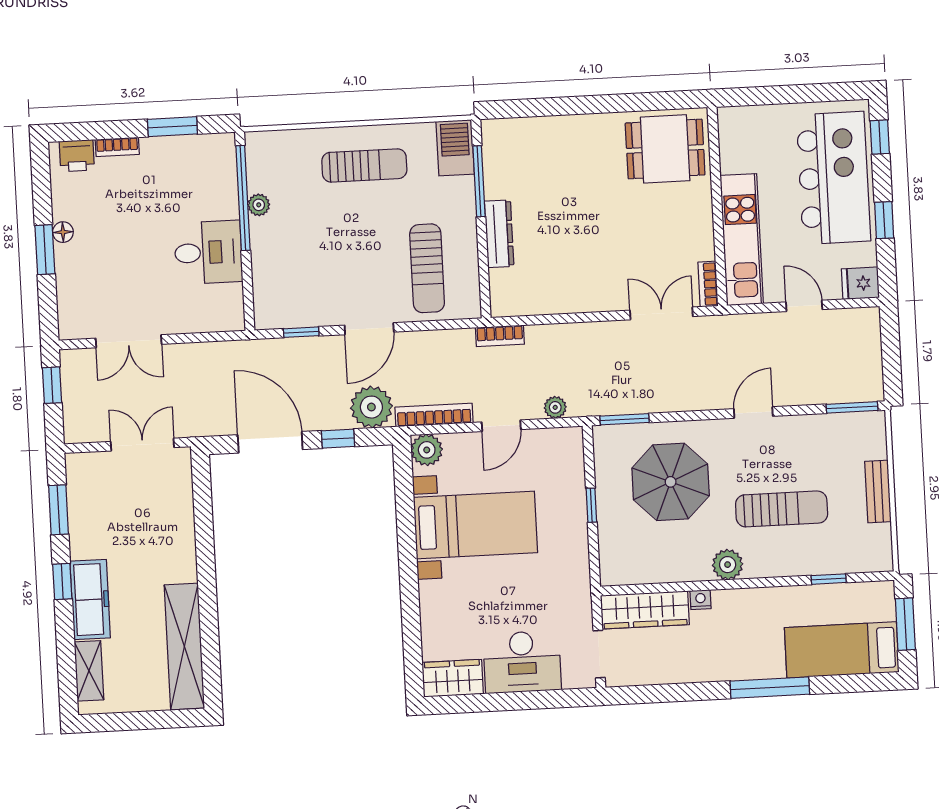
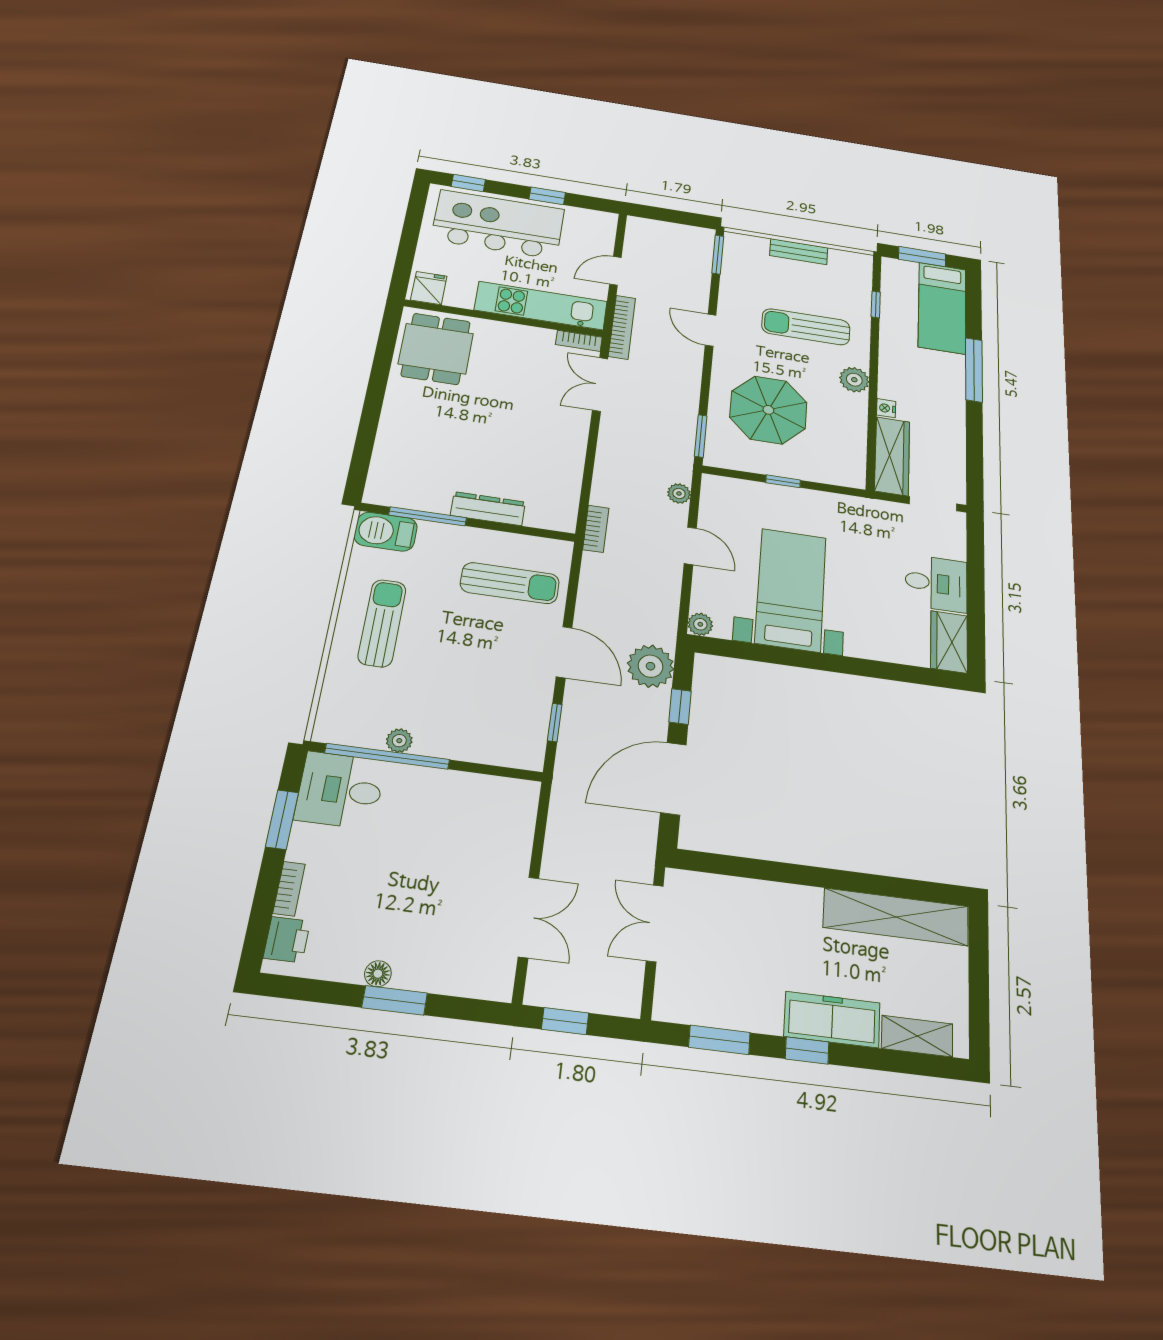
desk: (208, 252) -> (340, 790), moved, turned -90
fridge: (860, 283) -> (429, 288), moved, turned 180
bookcase: (434, 415) -> (622, 327), moved, turned 180
plant: (427, 450) -> (700, 624), width x0.73, depth x0.73
sun lounger: (782, 509) -> (806, 327), turned -90
desk: (522, 662) -> (936, 583), width x0.73

